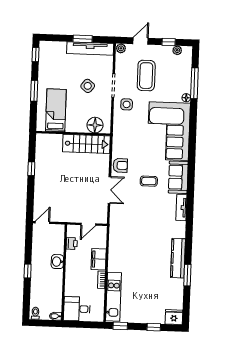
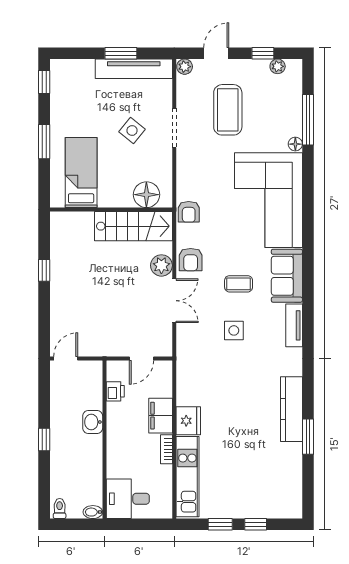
side table: (127, 104) -> (234, 330), moved
armchair: (120, 136) -> (189, 212), added
armchair: (120, 165) -> (191, 260), turned 90
plant: (102, 168) -> (161, 265), added
fridge: (174, 317) -> (188, 421), moved, turned 90
window: (120, 326) -> (220, 524), moved

